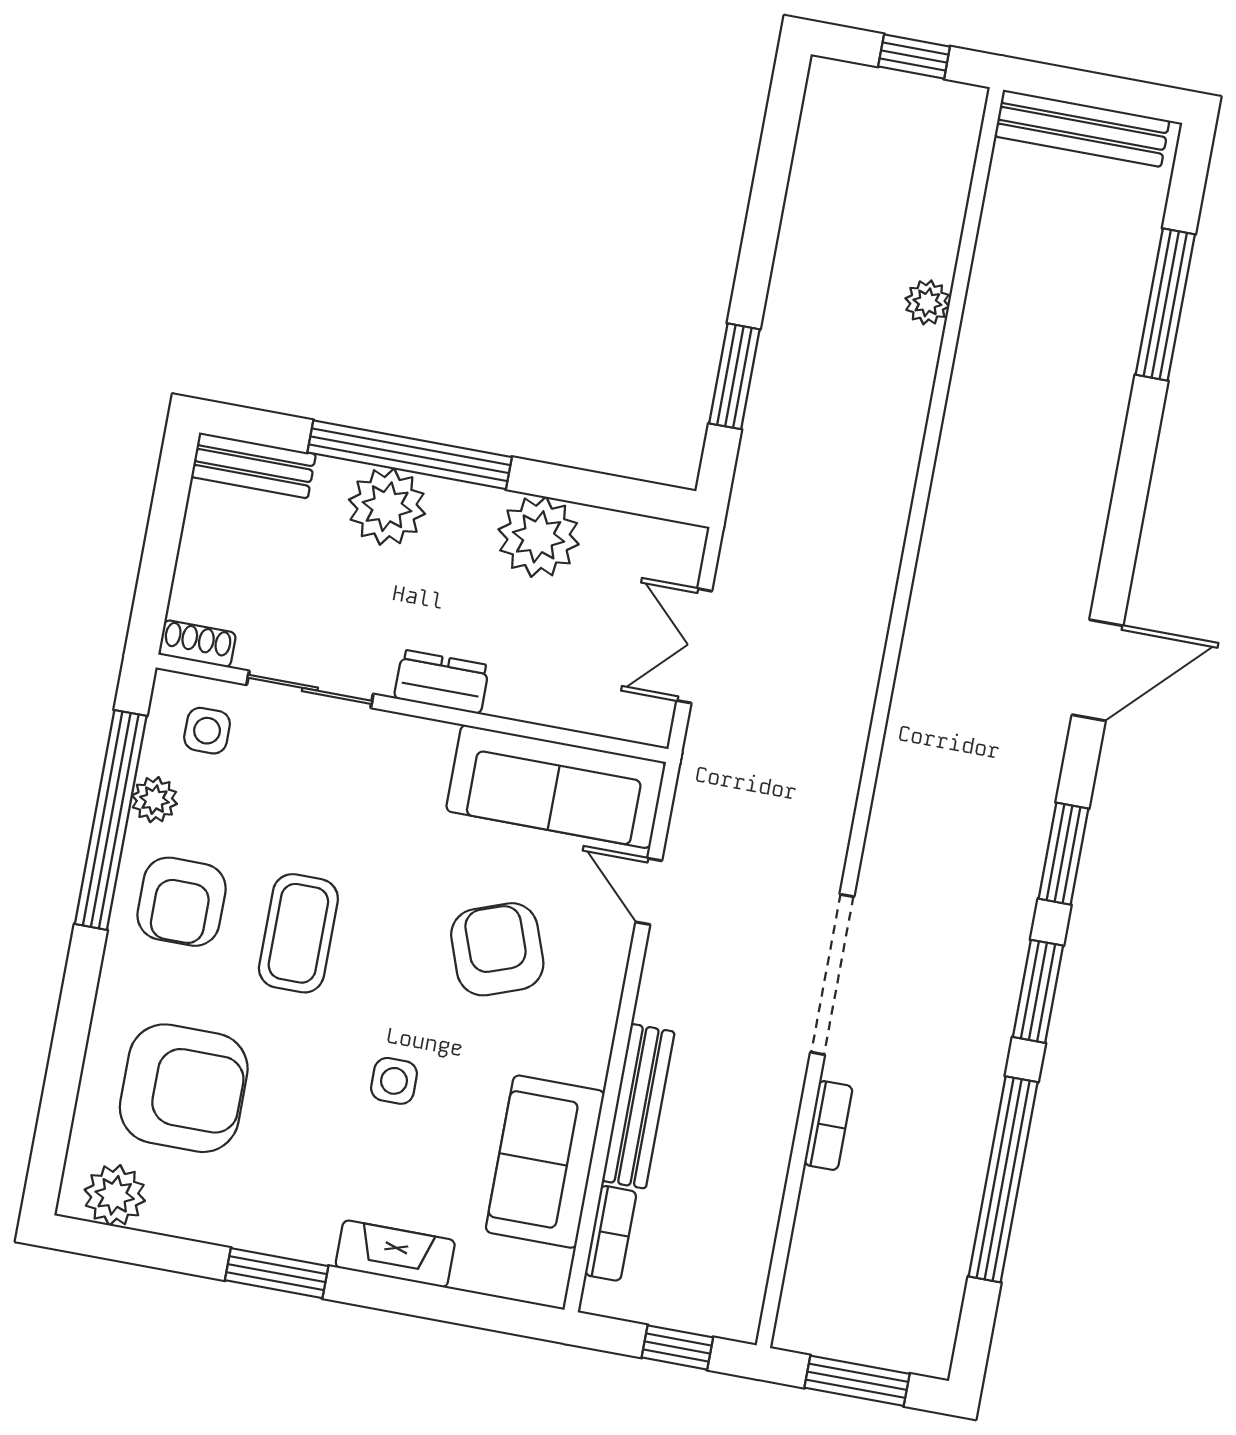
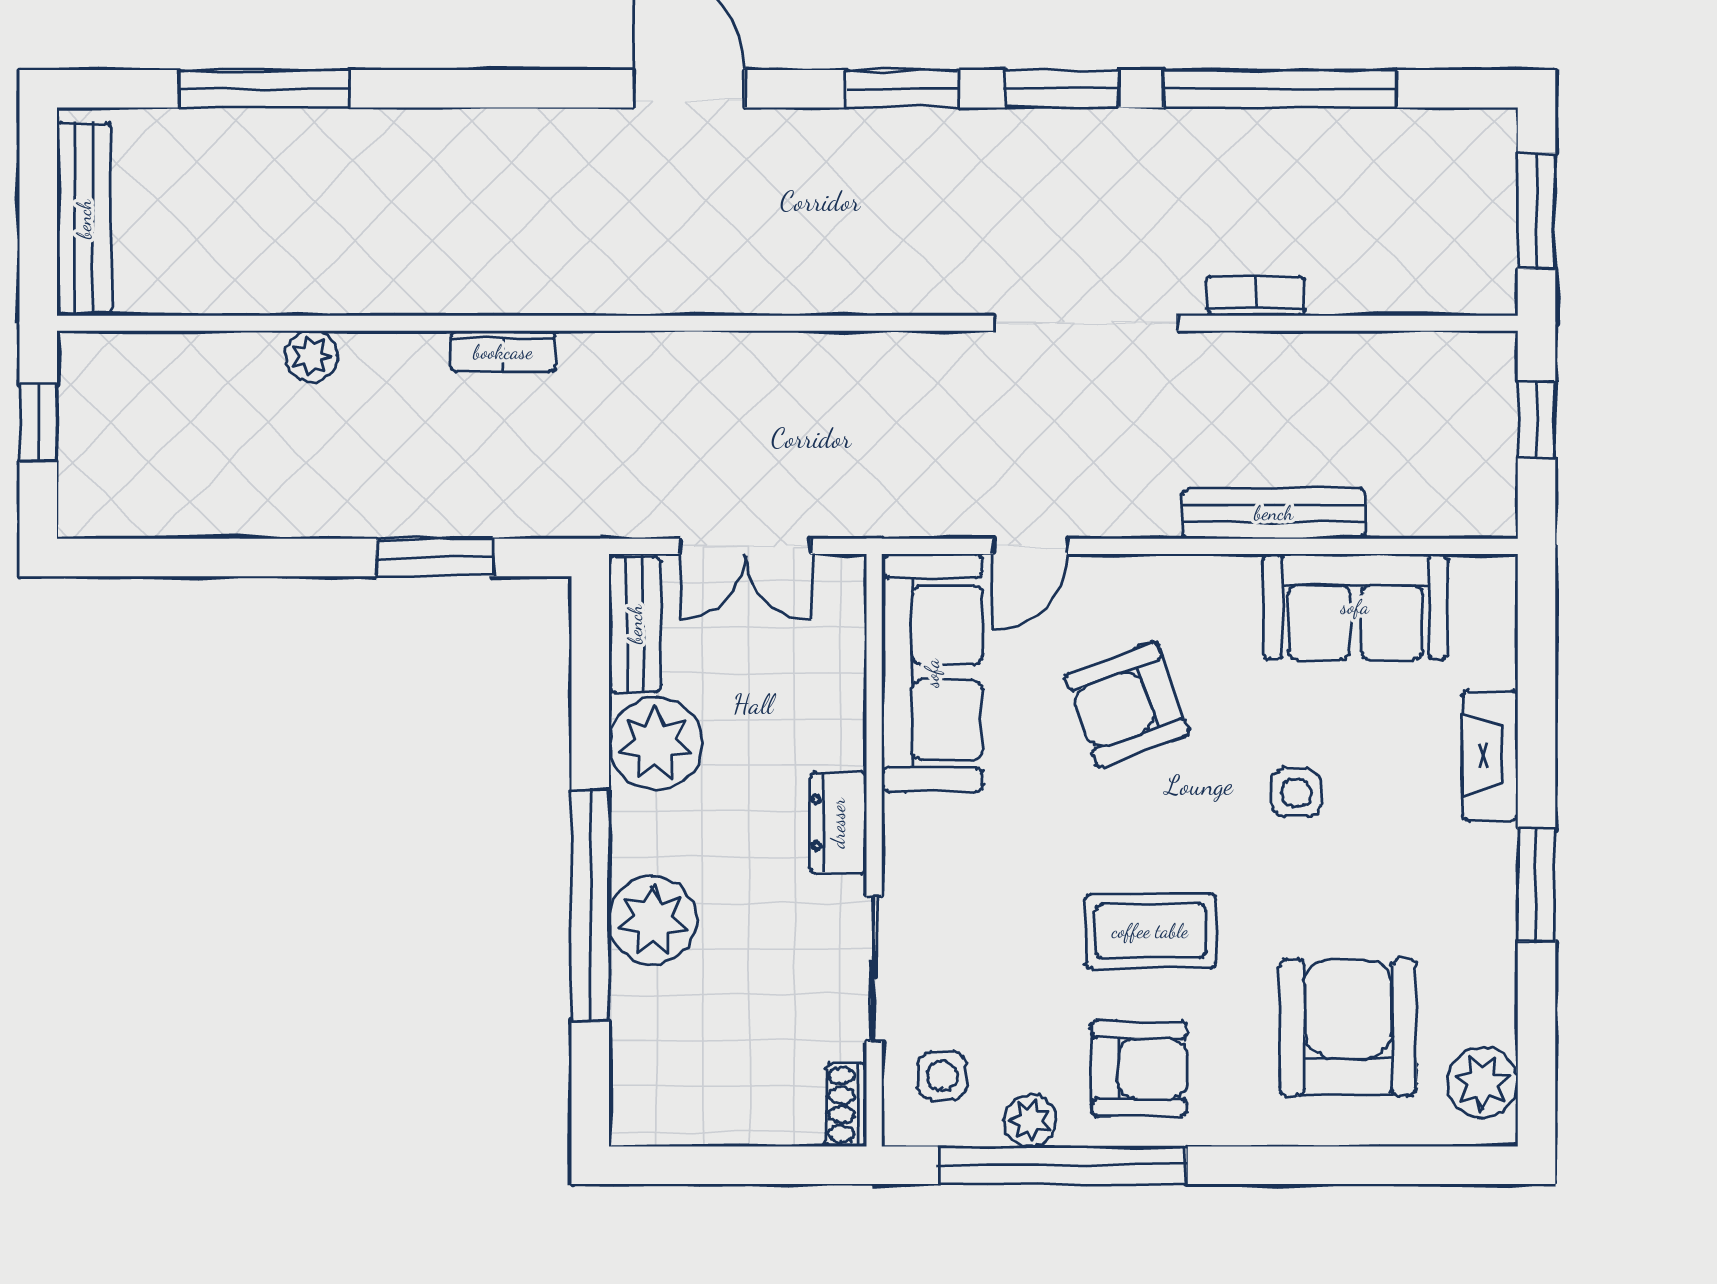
bench: (253, 465) -> (635, 624), moved
bookcase: (611, 1233) -> (503, 352), moved, turned 180

